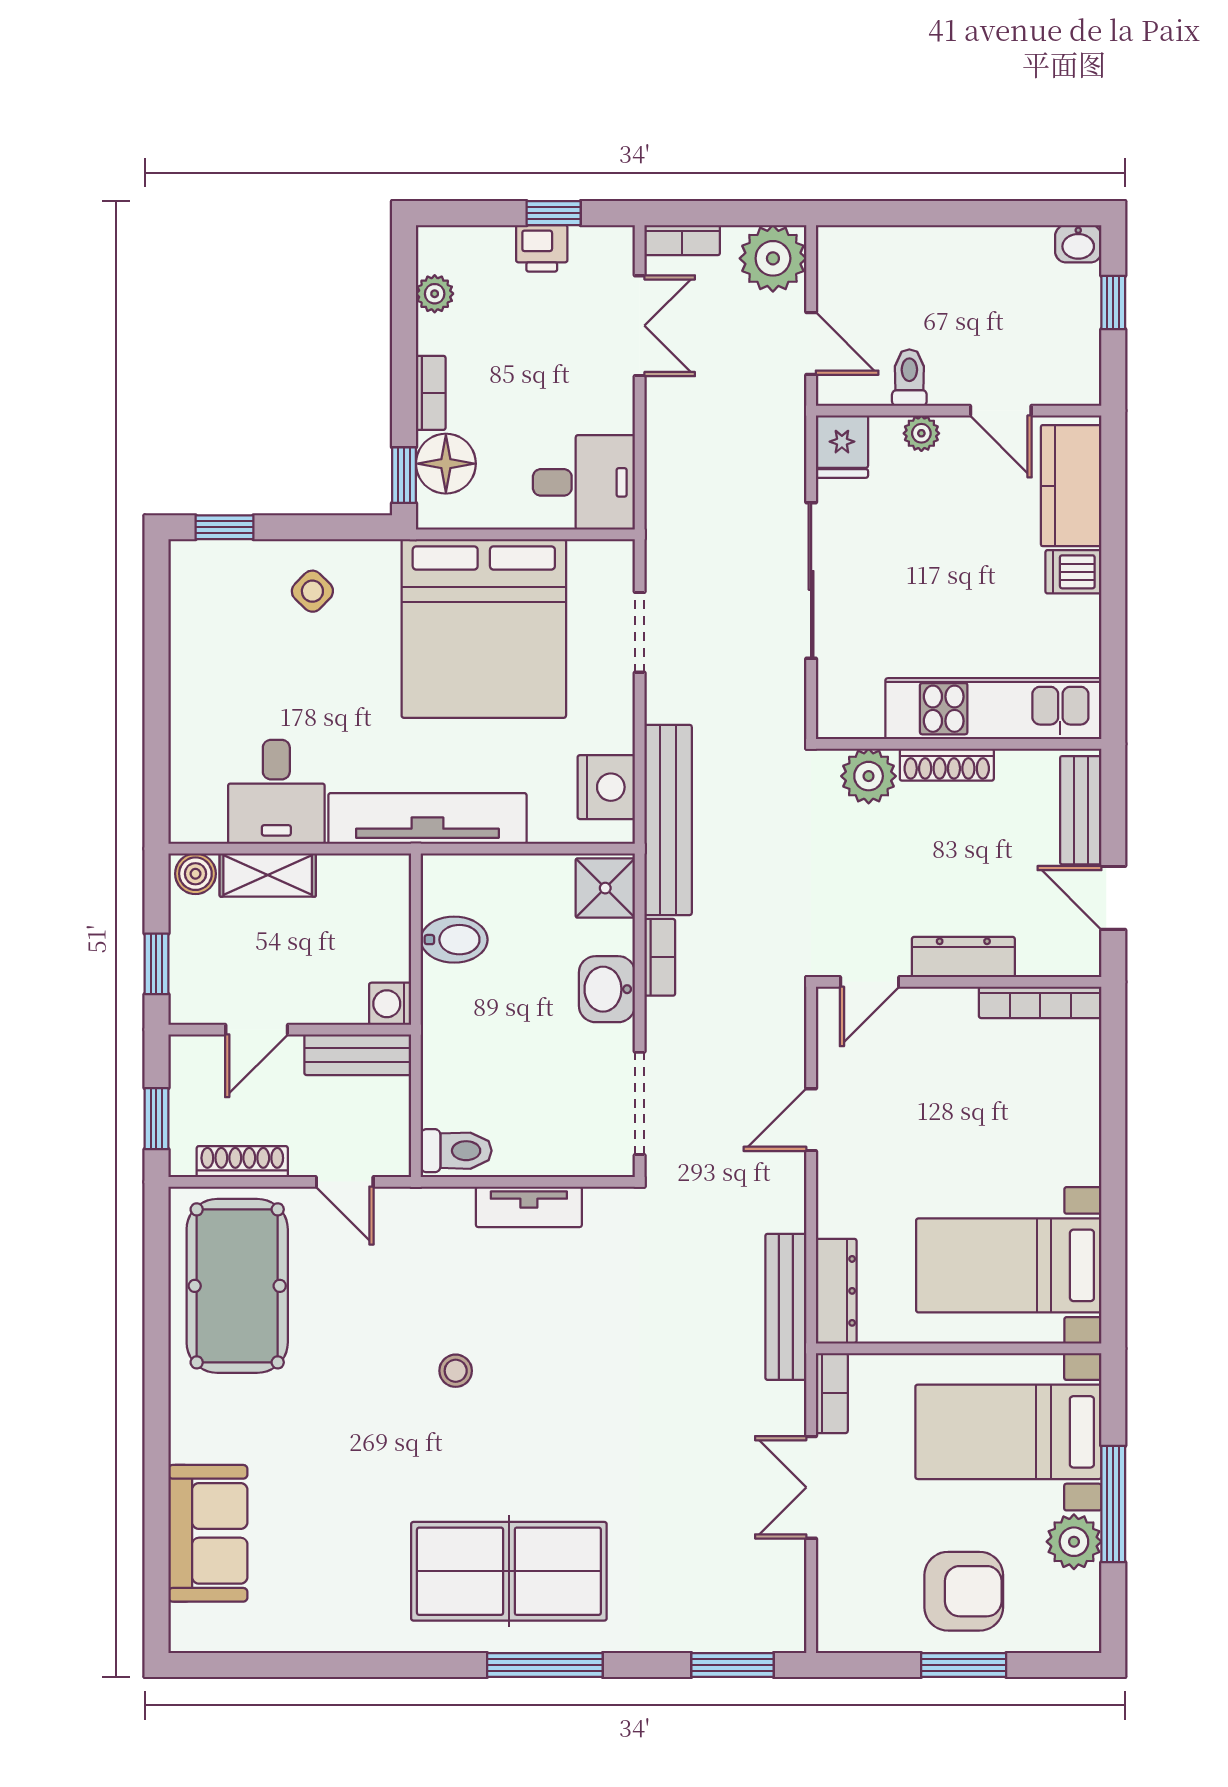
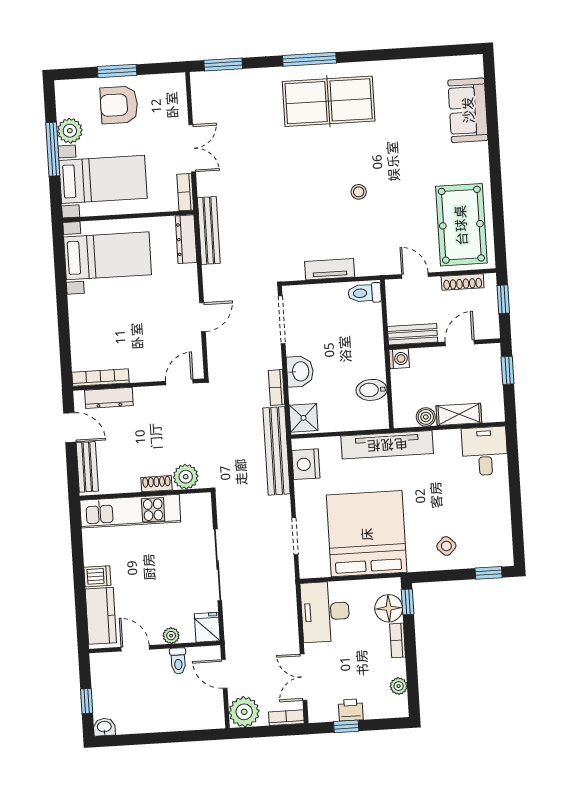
desk: (584, 482) -> (325, 612), width x1.37
shoe rack: (947, 765) -> (157, 484), width x0.70
desk: (276, 792) -> (485, 451), moved
boiler: (195, 874) -> (426, 417), moved
dresser: (963, 957) -> (109, 398), moved

